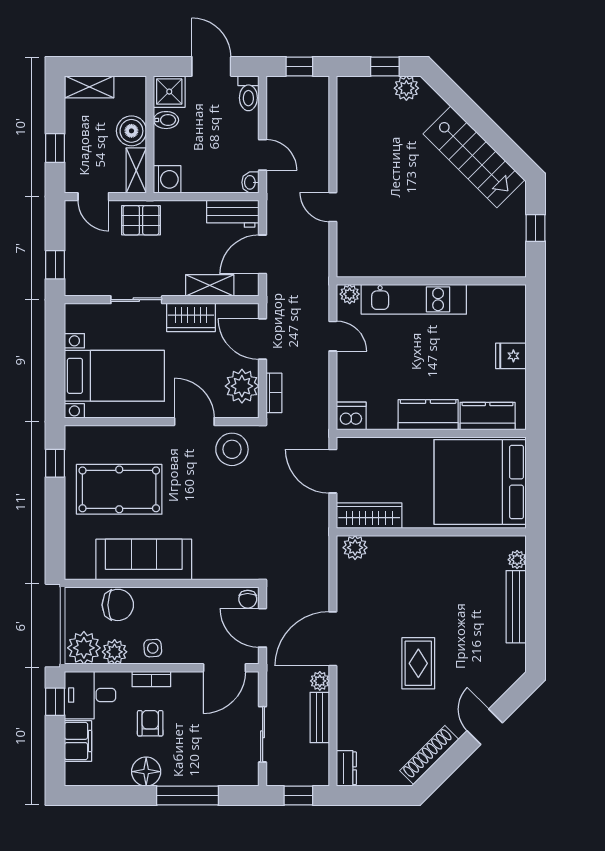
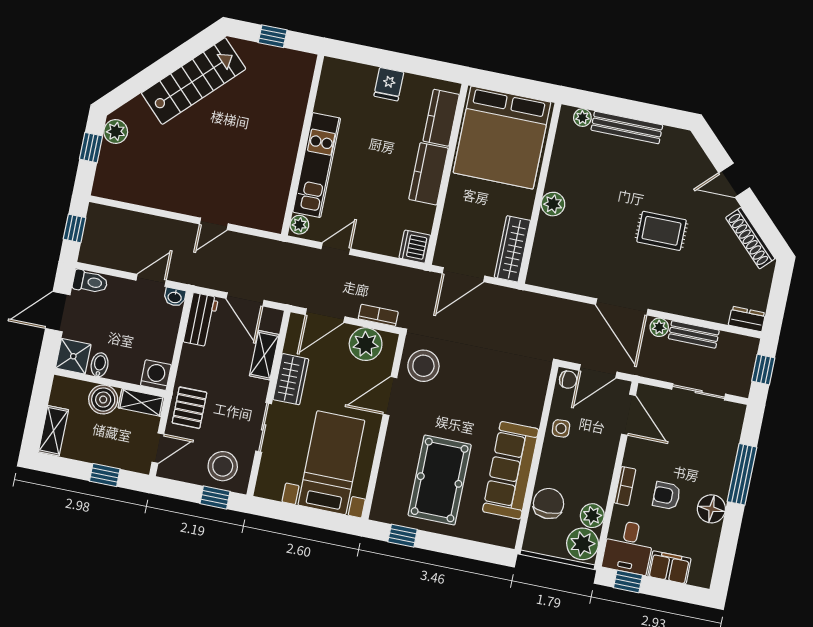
stool: (88, 266) -> (223, 466), added
plant: (355, 548) -> (553, 204), moved
side table: (153, 648) -> (561, 428), moved

